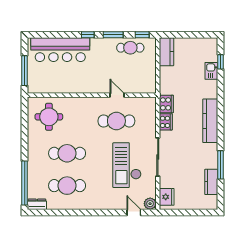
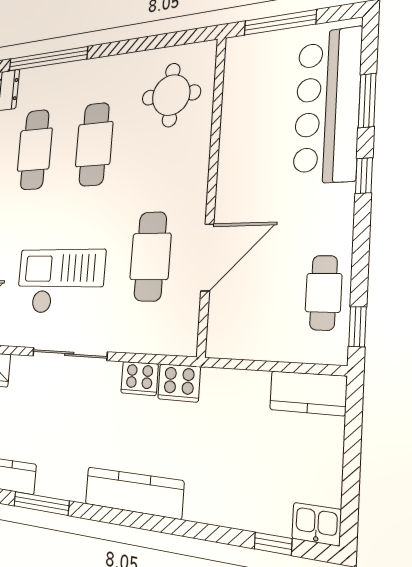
window: (113, 35) -> (367, 101), moved
kitchen sink: (211, 71) -> (316, 524), moved
door: (117, 95) -> (207, 257), width x1.87

